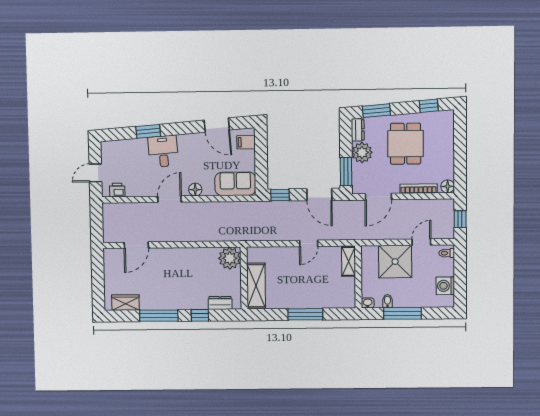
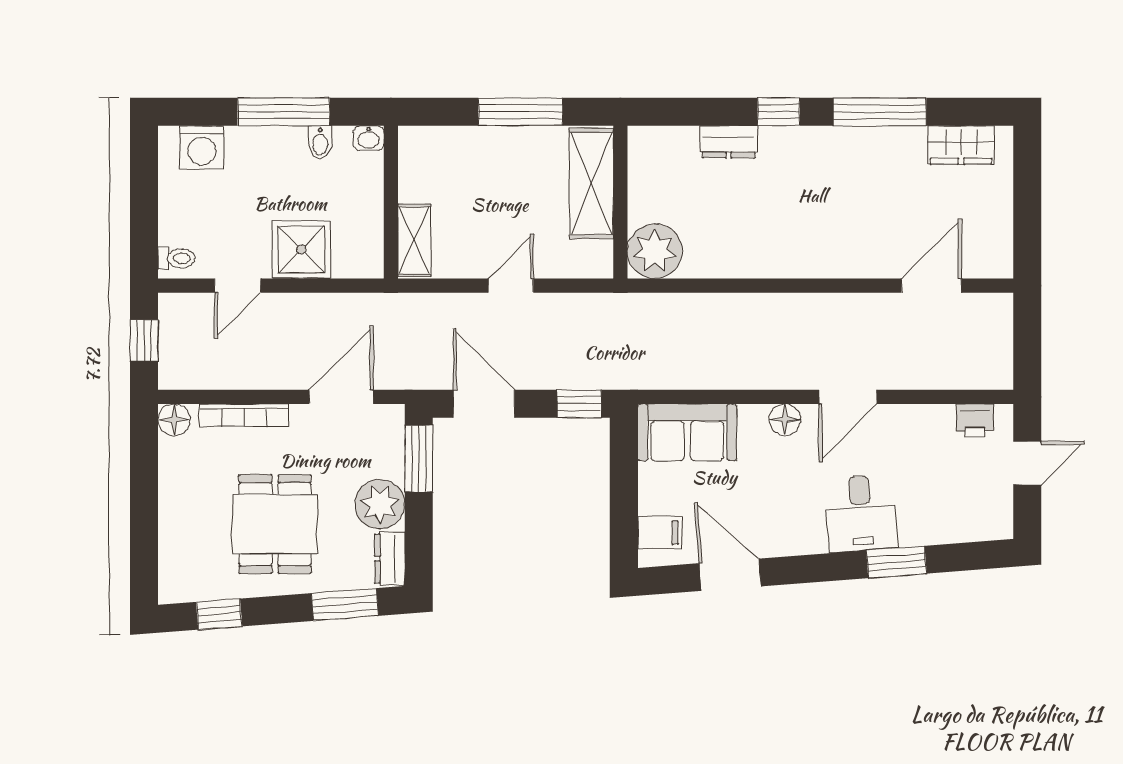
plant: (230, 258) -> (655, 251), moved
shower: (395, 262) -> (301, 249), width x0.73, depth x0.73
wall: (244, 278) -> (620, 202), moved
shelving: (256, 286) -> (591, 184), moved
washing machine: (445, 286) -> (202, 148), moved, turned 90

